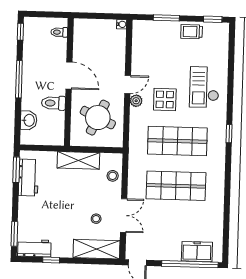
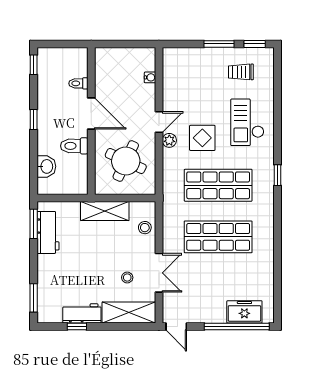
window: (166, 18) -> (219, 44), moved
water cooler: (122, 24) -> (150, 77), moved
toilet: (59, 32) -> (78, 83), moved
trolley: (192, 32) -> (241, 72), moved
window: (19, 79) -> (34, 120), width x0.46
workbench: (34, 248) -> (82, 313), moved

